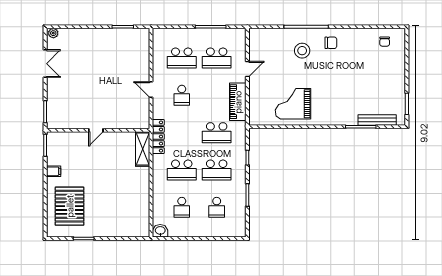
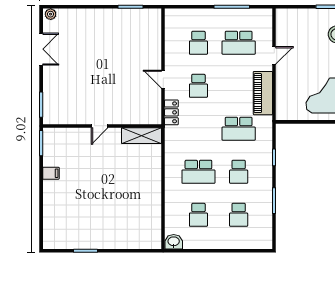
school desk: (182, 58) -> (198, 43), width x0.54
locker: (158, 137) -> (171, 112), moved, width x0.66
shelving: (143, 149) -> (141, 136), moved, turned 90
school desk: (217, 170) -> (239, 172), width x0.54
pallet: (70, 206) -> (69, 213), removed

